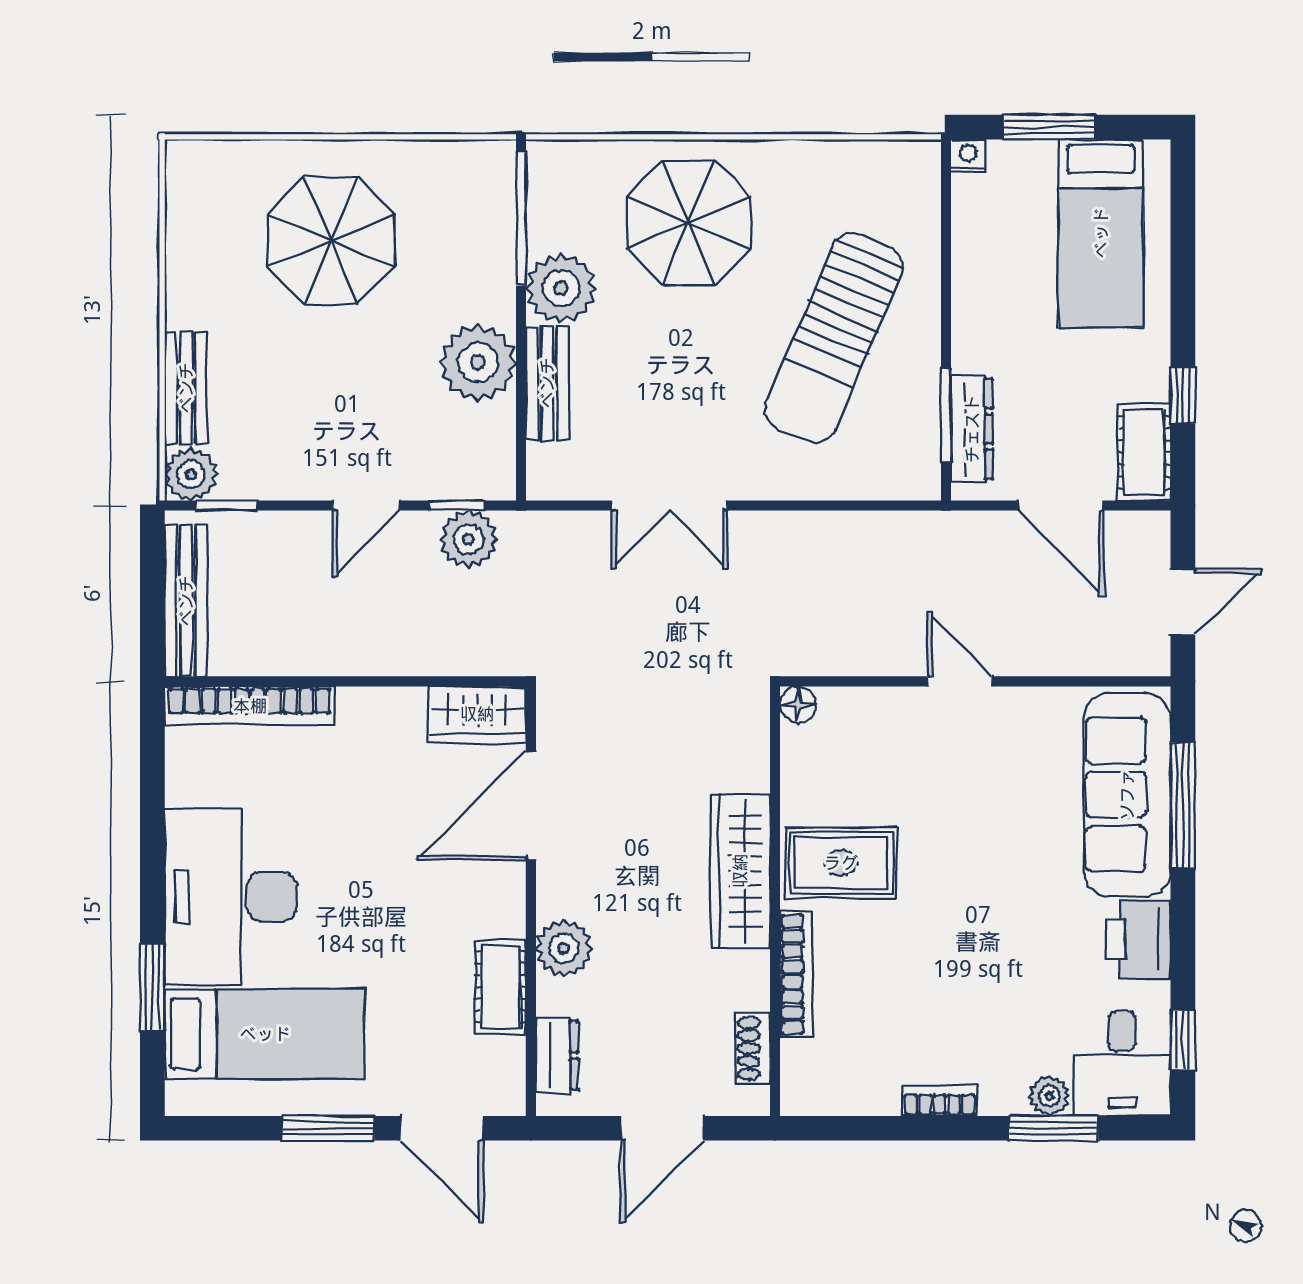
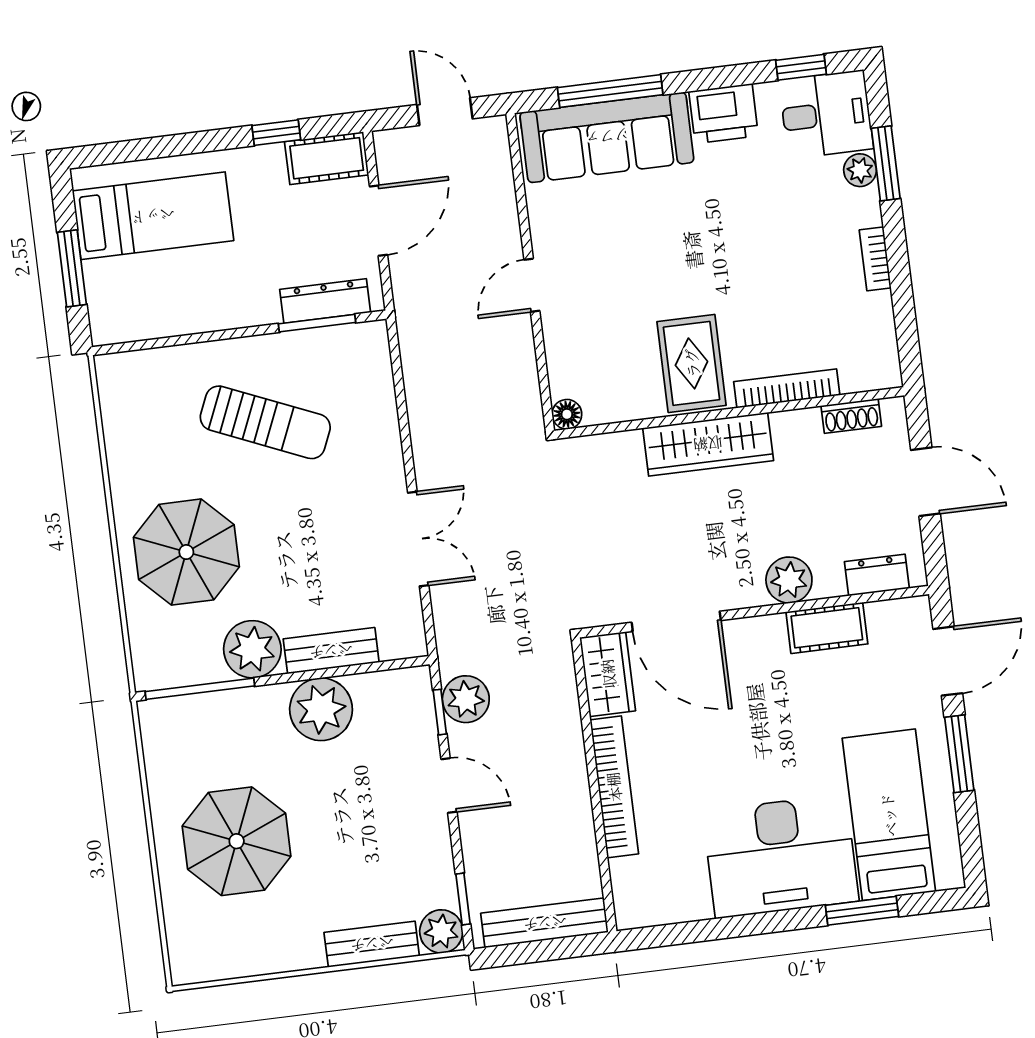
nightstand: (968, 156) -> (103, 331), removed
sun lounger: (834, 338) -> (265, 422), width x0.73, depth x0.75
bookcase: (250, 706) -> (614, 787), moved

